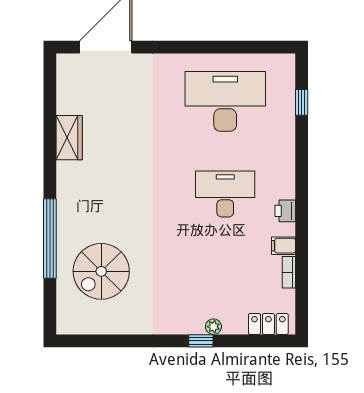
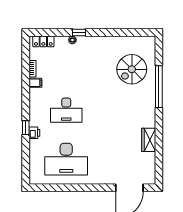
window: (302, 102) -> (26, 128), moved
printer: (285, 211) -> (34, 133), moved
spiral stairs: (101, 271) -> (132, 69), turned 180

